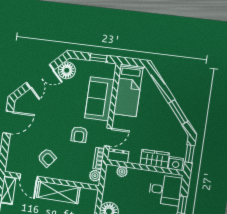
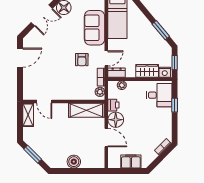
armchair: (47, 158) -> (57, 83), removed
shelving: (58, 192) -> (86, 110), moved
printer: (109, 194) -> (113, 105), added

